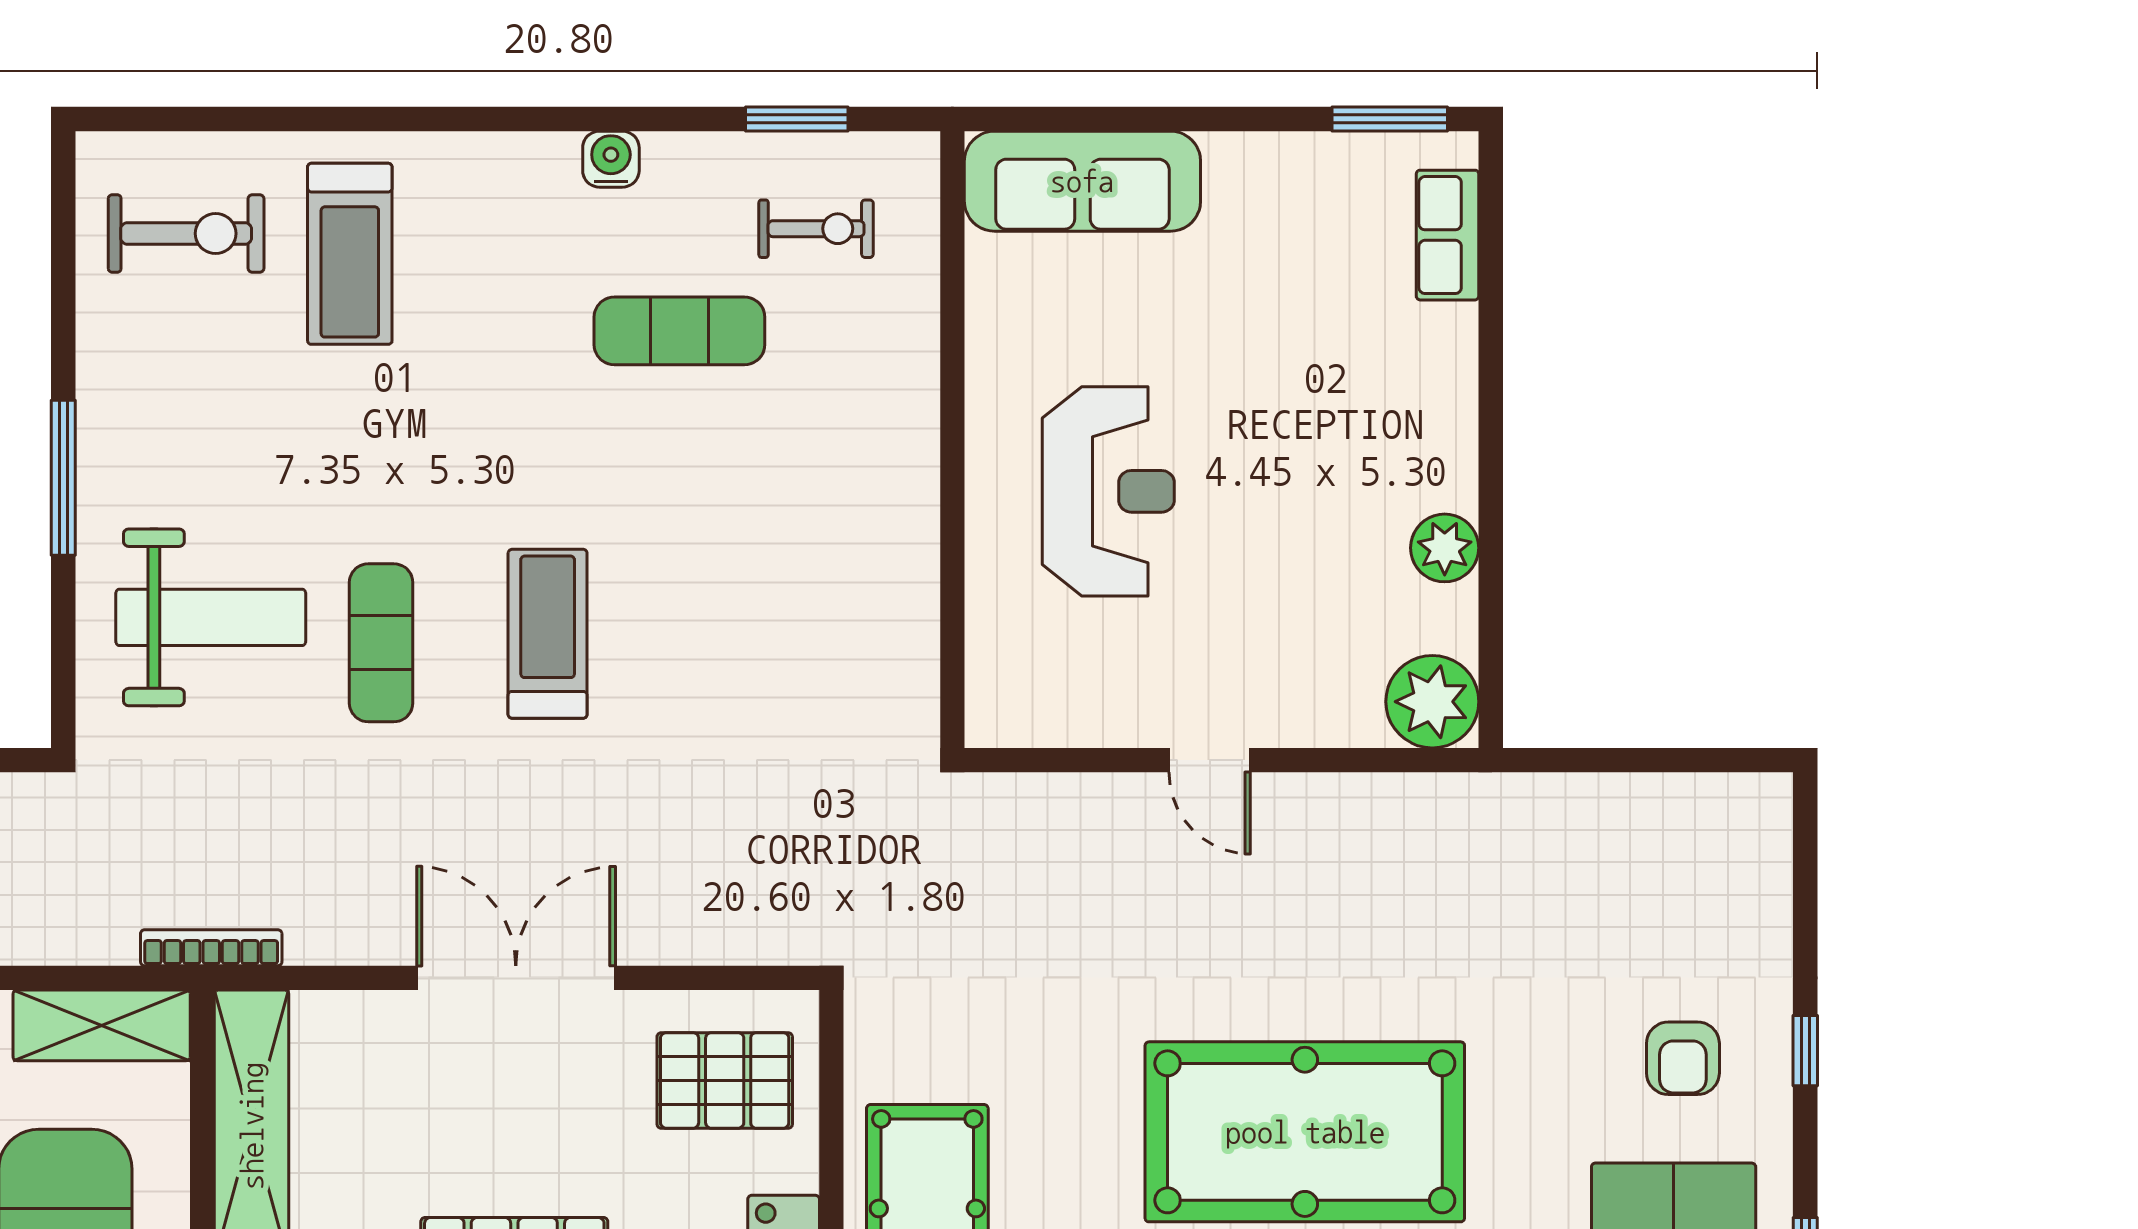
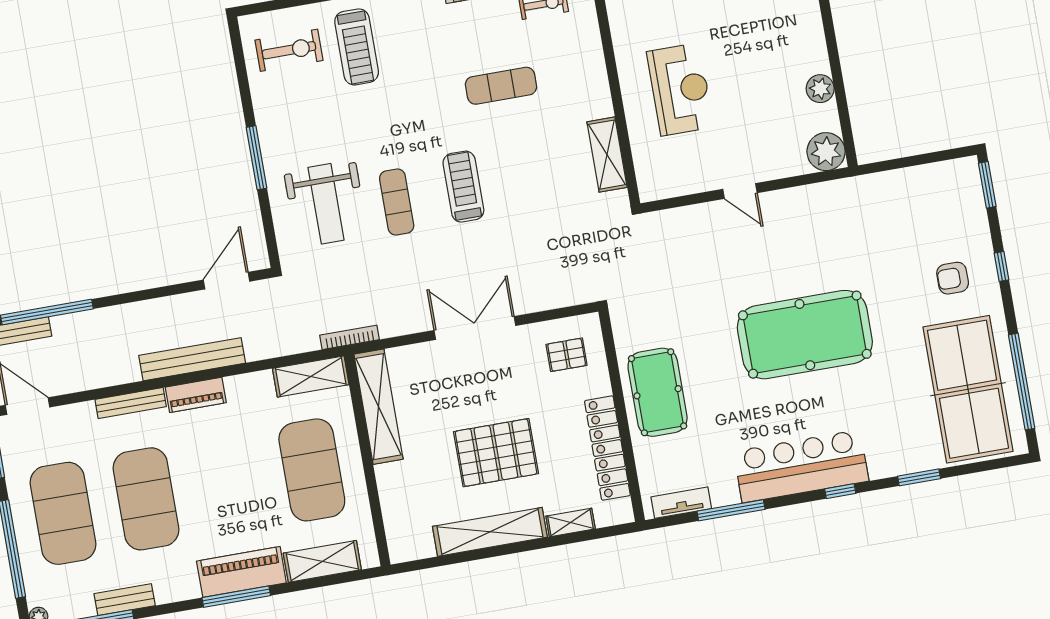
exercise mat: (679, 331) -> (501, 86), moved
weight bench: (211, 617) -> (326, 204), turned 90
shelving: (906, 617) -> (607, 155), added
window: (1805, 849) -> (987, 185), added
armchair: (1683, 1058) -> (953, 278), turned 90
pallet: (725, 1080) -> (567, 355), width x0.67, depth x0.71

